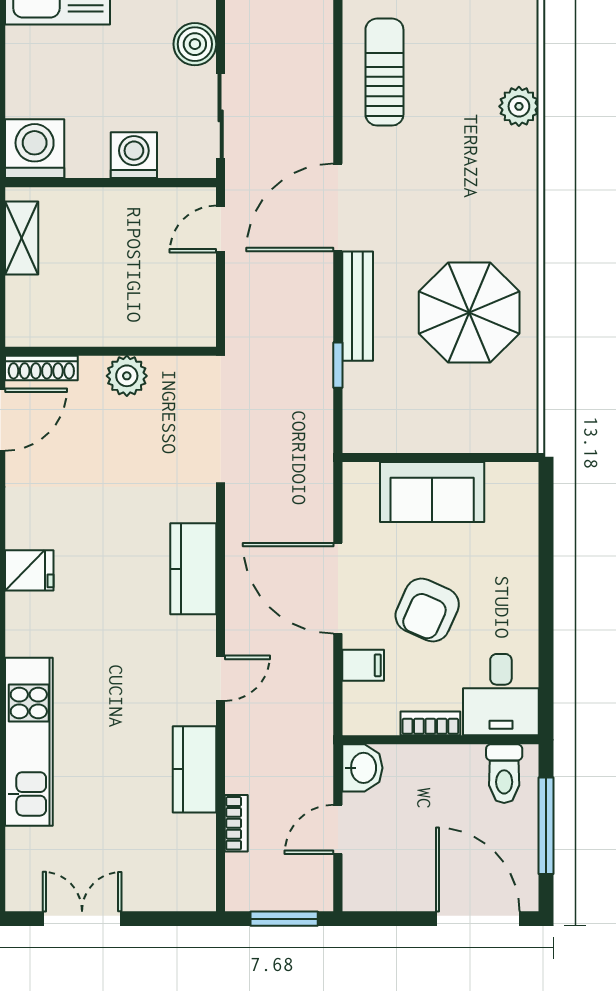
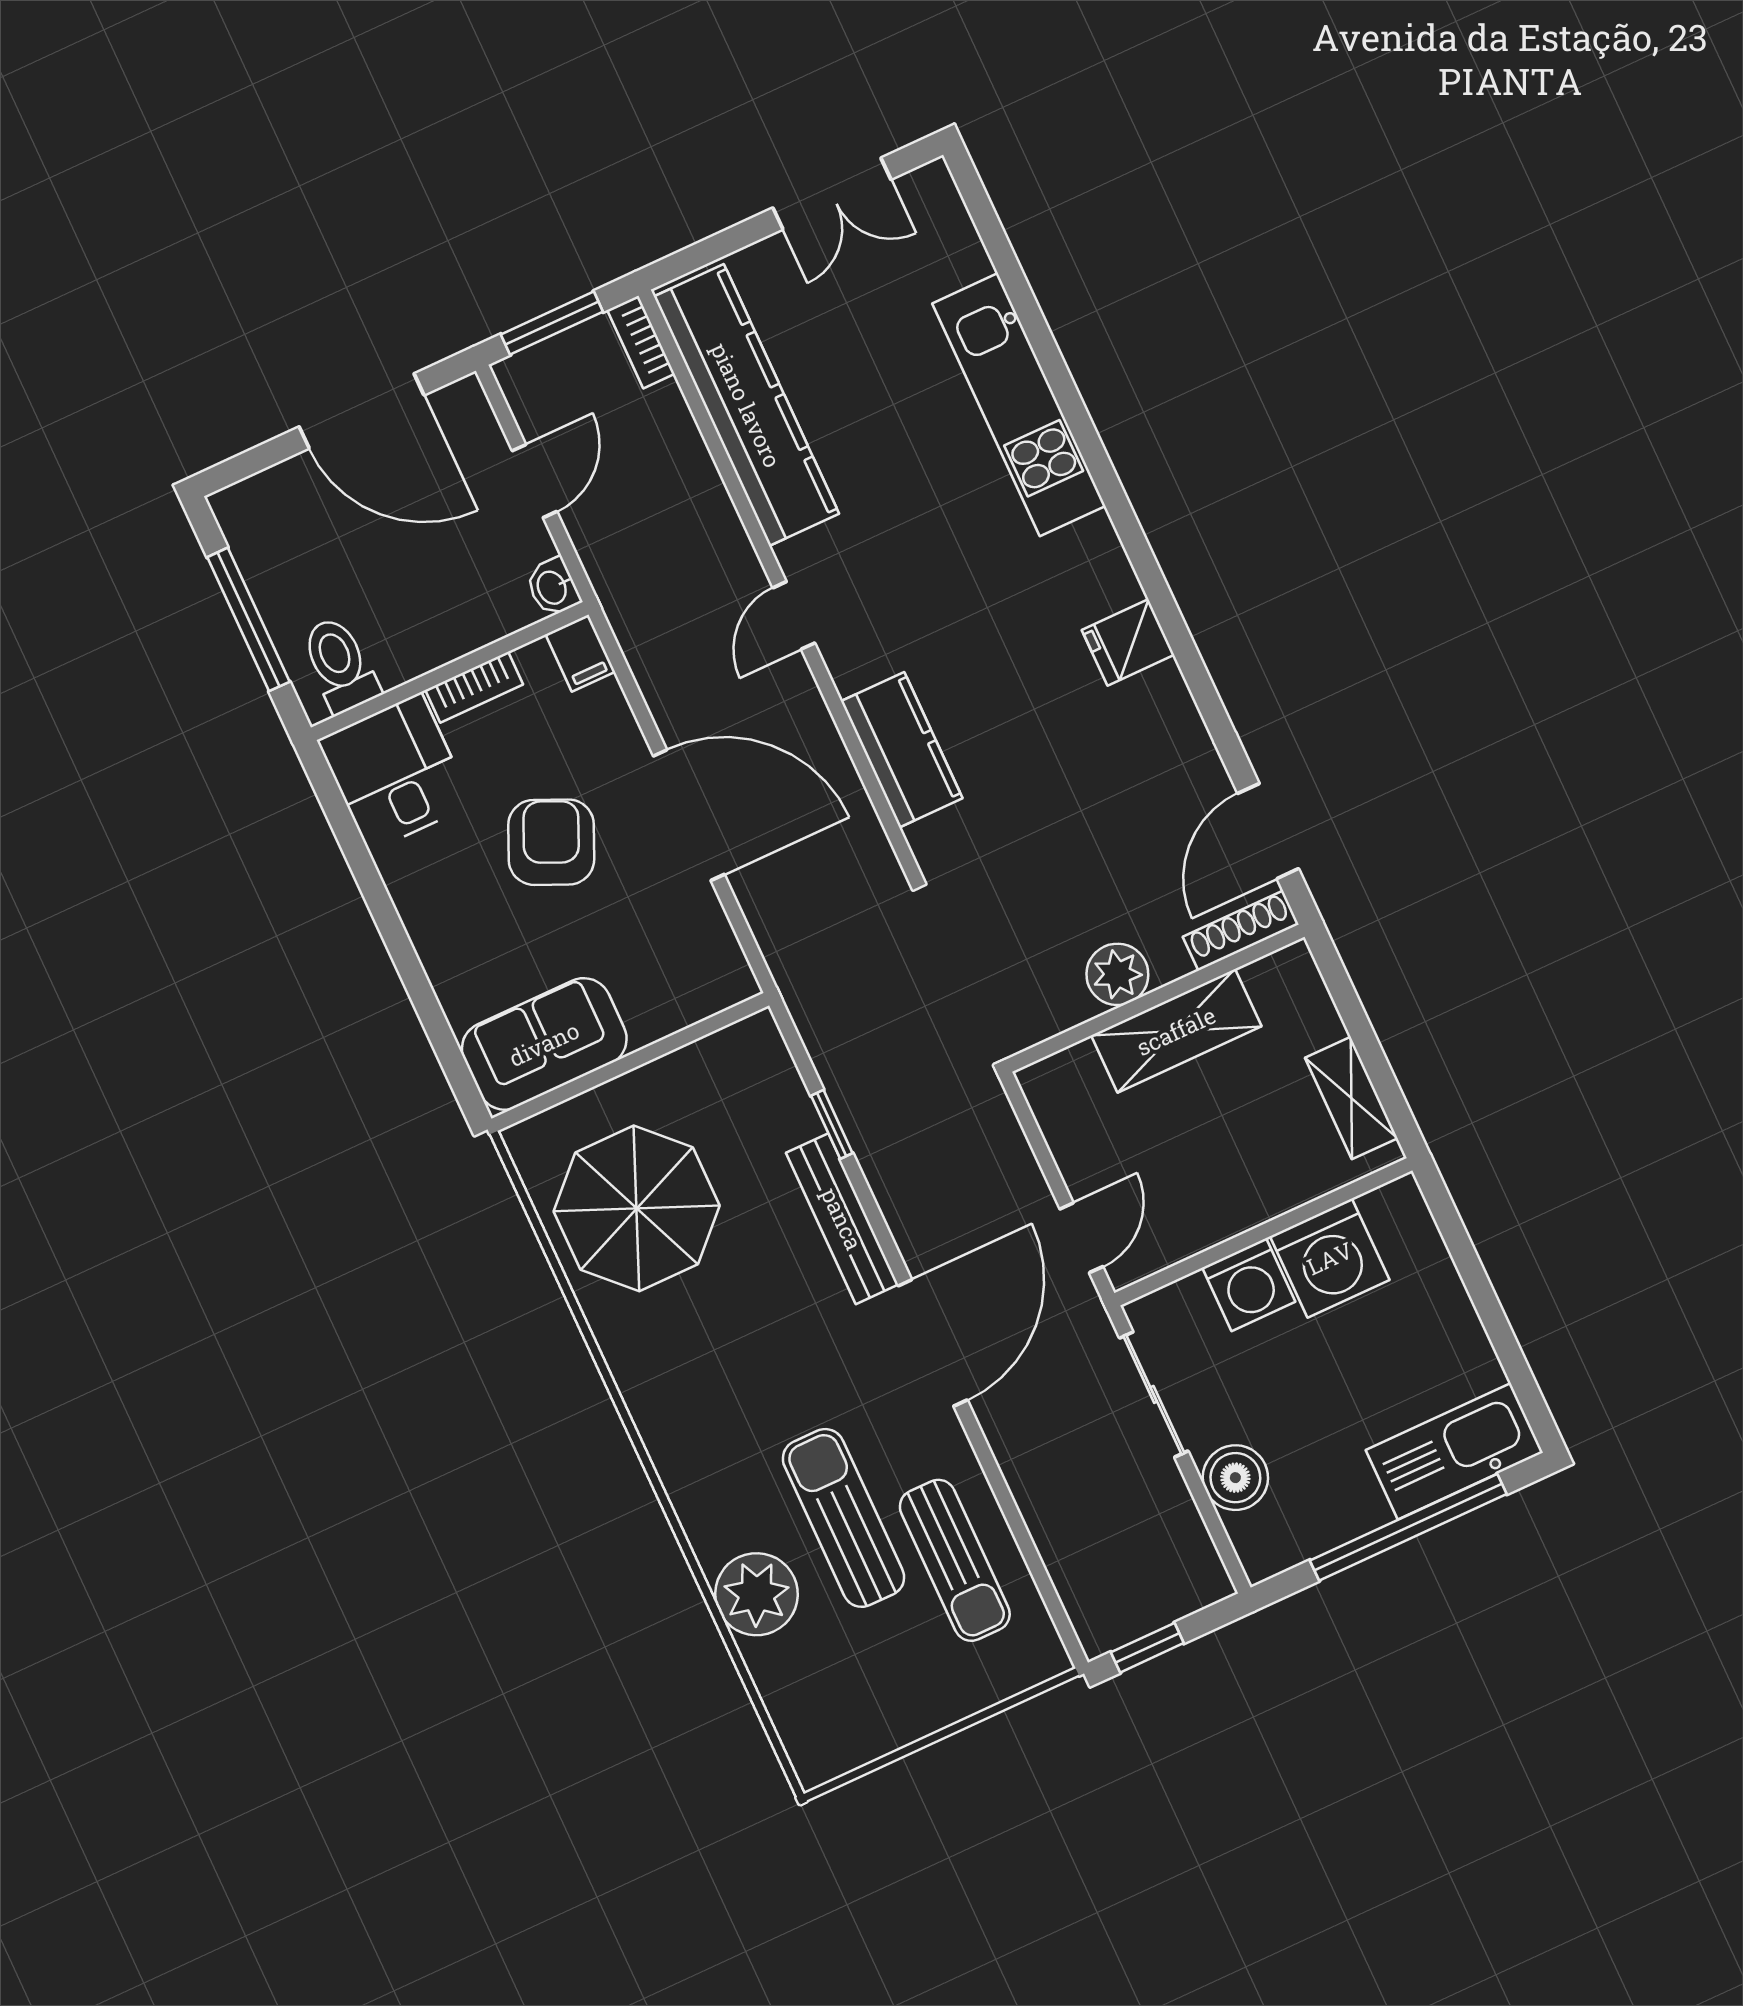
plant: (519, 106) -> (756, 1594), width x1.36, depth x1.36
sun lounger: (439, 128) -> (843, 1518), added
washing machine: (35, 149) -> (1330, 1258), moved
parasol: (469, 313) -> (637, 1208), moved
shelving: (107, 326) -> (1176, 1031), added
sofa: (432, 492) -> (544, 1044), moved
filing cabinet: (363, 665) -> (580, 653), moved, turned -90
washbasin: (362, 768) -> (553, 587), width x0.72, depth x0.69
kitchen counter: (195, 769) -> (746, 405), width x2.08, depth x1.17
bookcase: (236, 823) -> (641, 342), moved
door: (478, 919) -> (362, 411), moved

